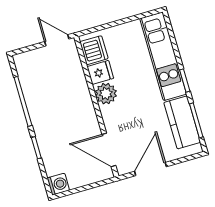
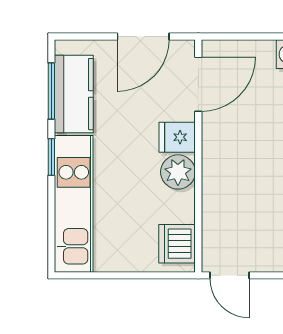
fridge: (100, 72) -> (177, 137), moved
door: (109, 150) -> (198, 84), hinge flipped

